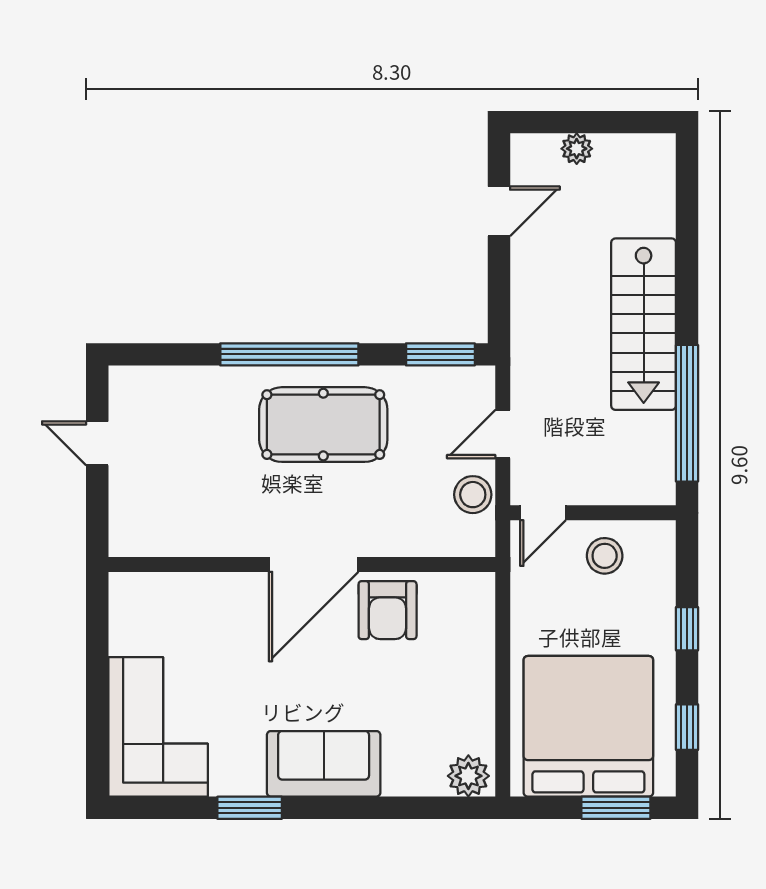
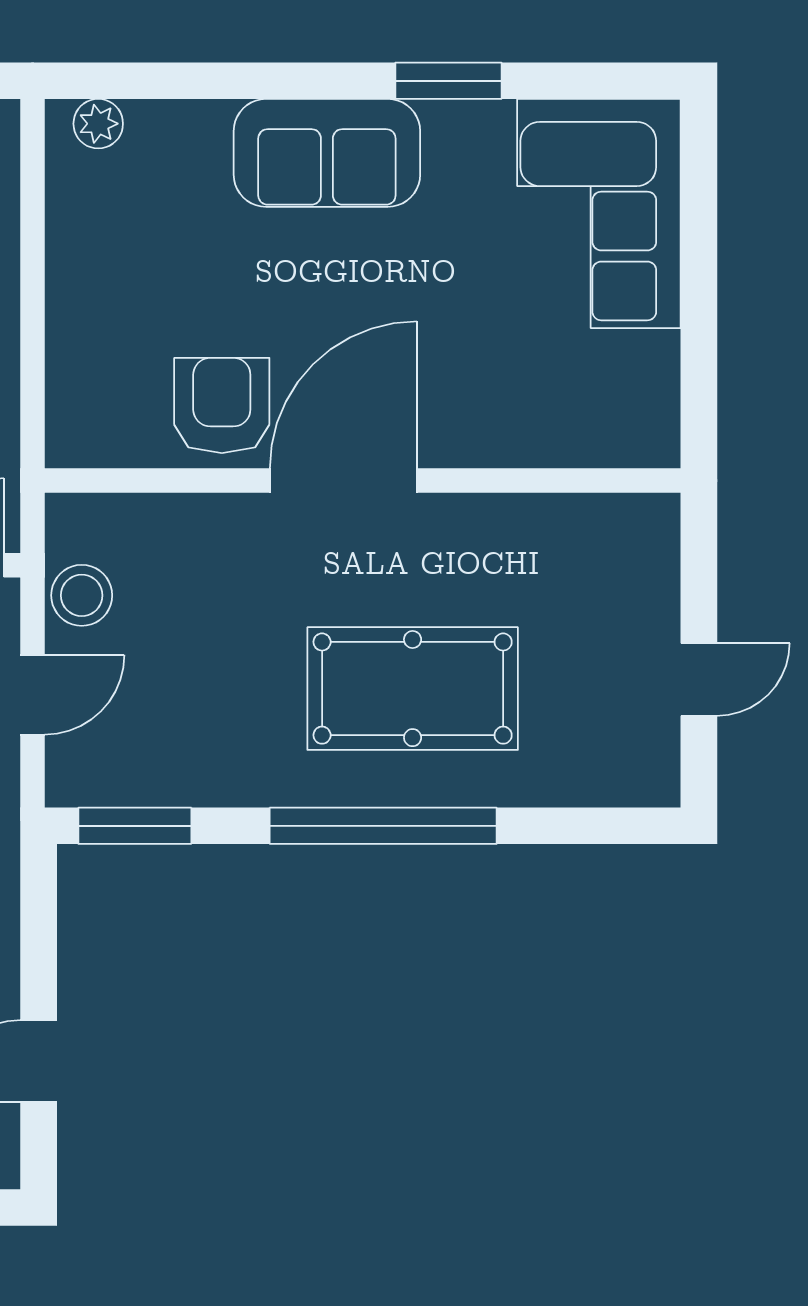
pool table: (323, 425) -> (413, 689), moved
door: (97, 443) -> (699, 680), hinge flipped
plant: (468, 776) -> (98, 124), width x0.73, depth x0.73

